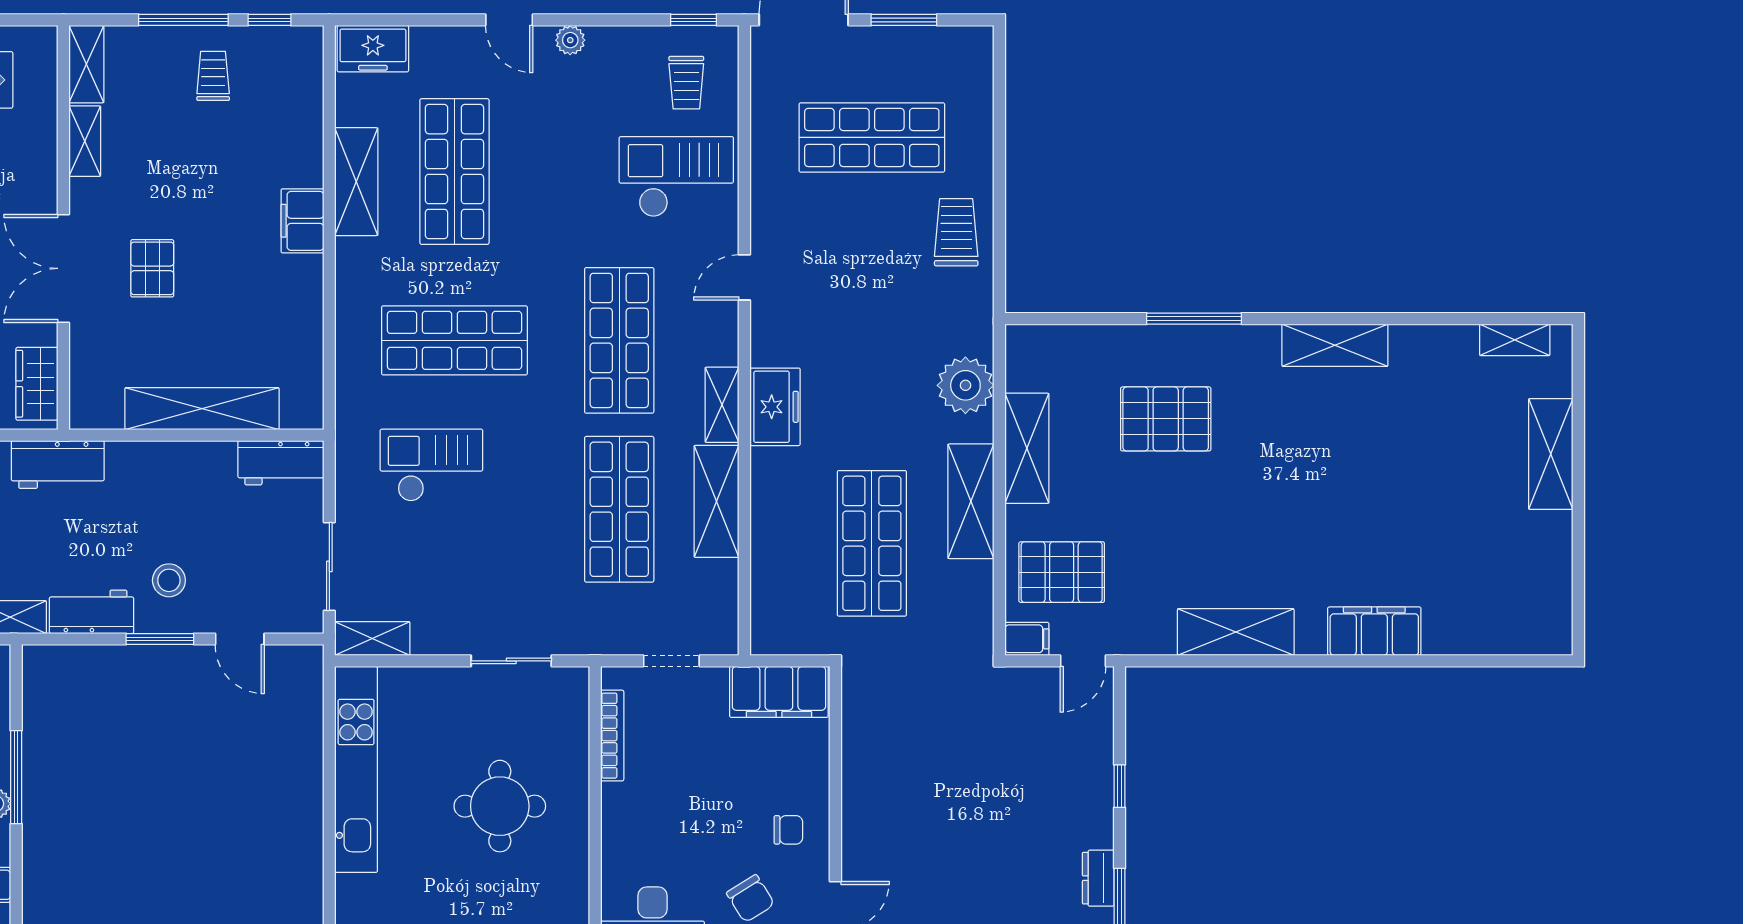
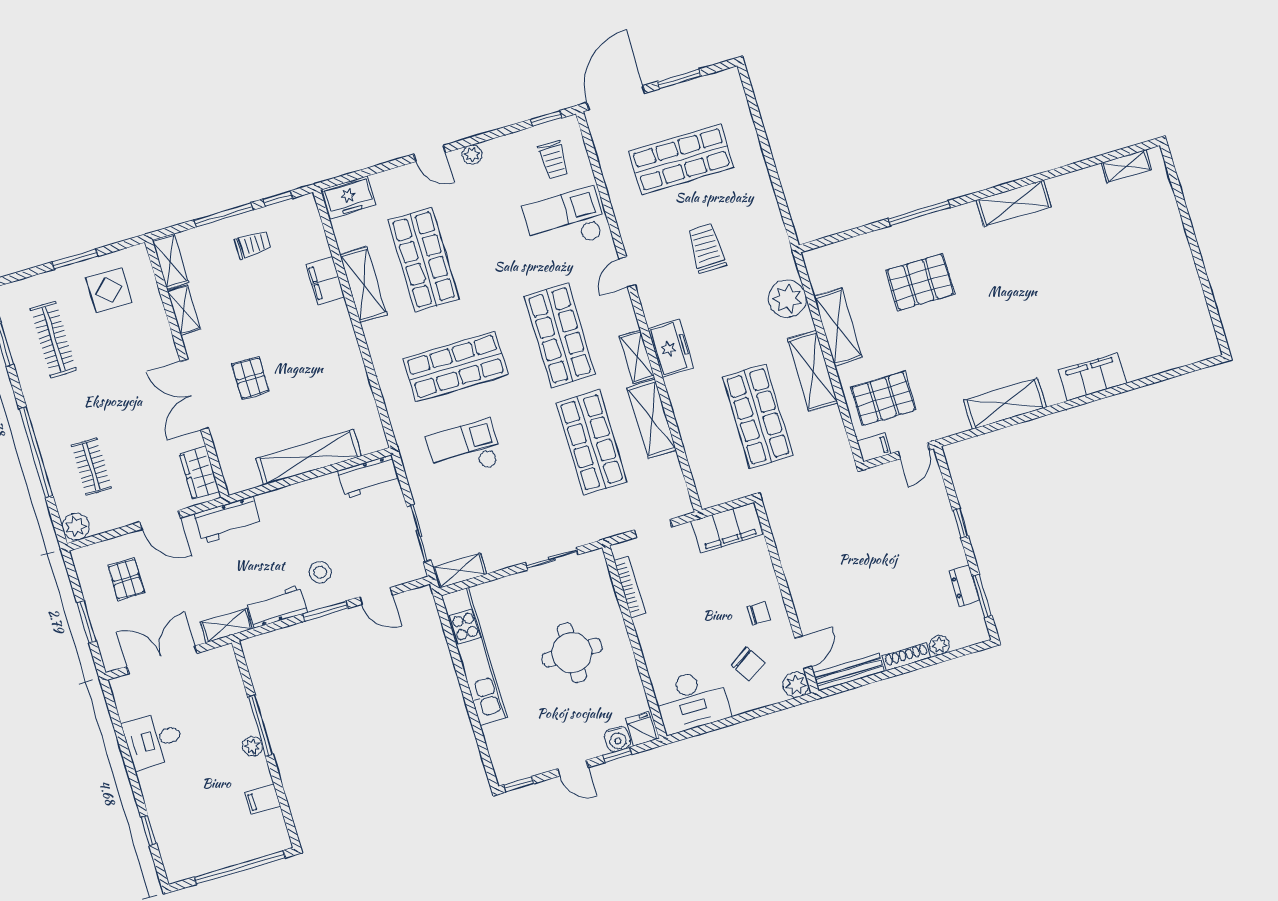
trolley: (213, 76) -> (253, 245), turned 90
filing cabinet: (302, 221) -> (325, 280), moved
trolley: (956, 232) -> (706, 249), moved
shelving: (1551, 454) -> (1171, 232), removed

